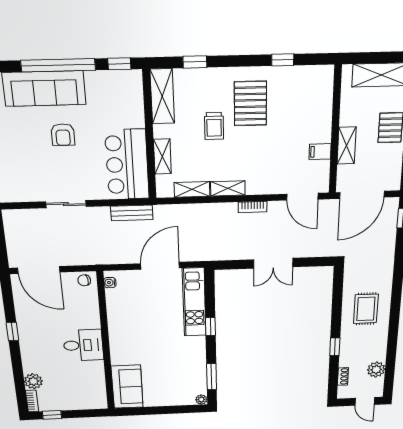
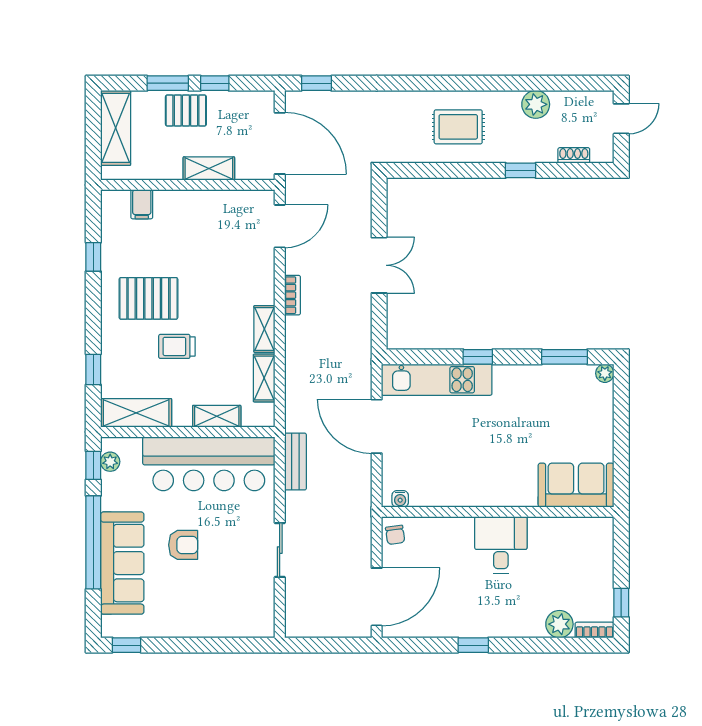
plant: (123, 77) -> (110, 462), added
trolley: (214, 126) -> (177, 346), turned 180
filing cabinet: (320, 152) -> (142, 204), moved
bar counter: (127, 165) -> (209, 464), width x1.36
plant: (376, 370) -> (536, 104), moved

